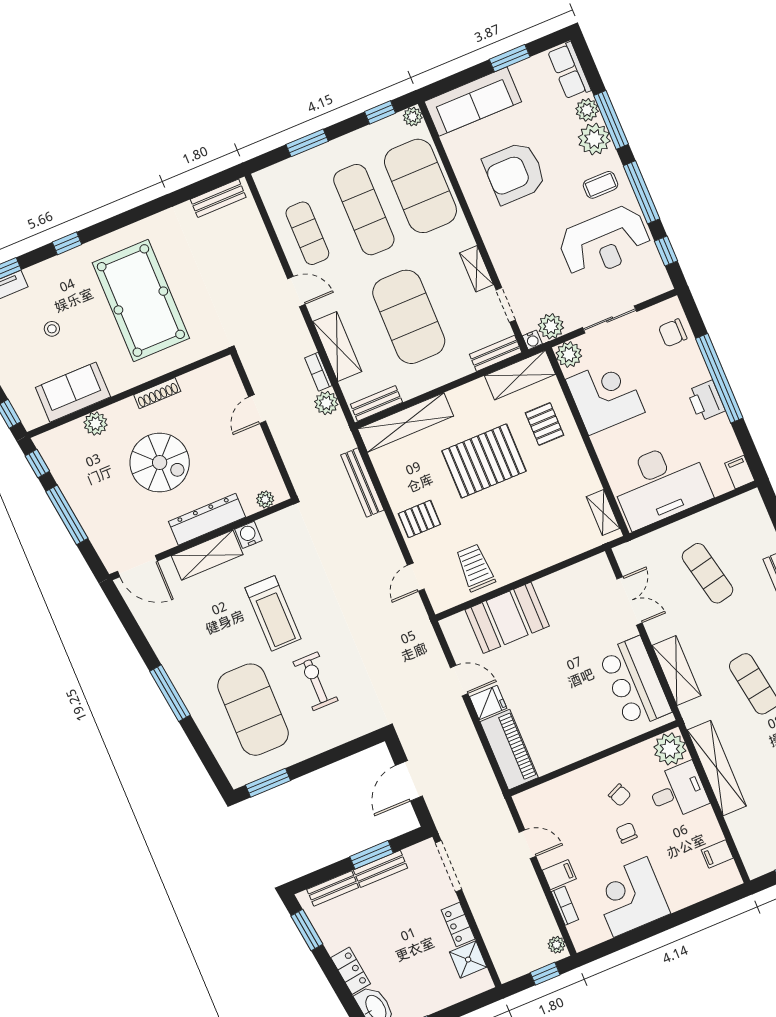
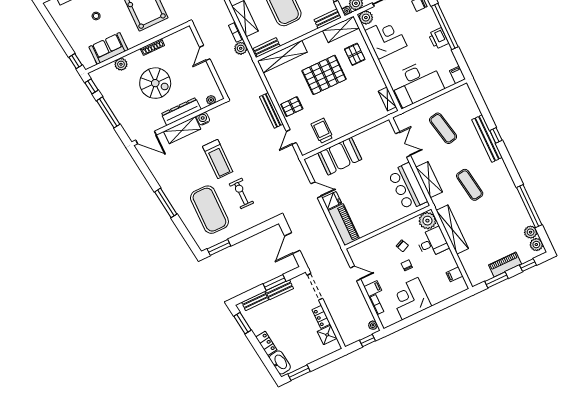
bench: (362, 483) -> (271, 110), moved

